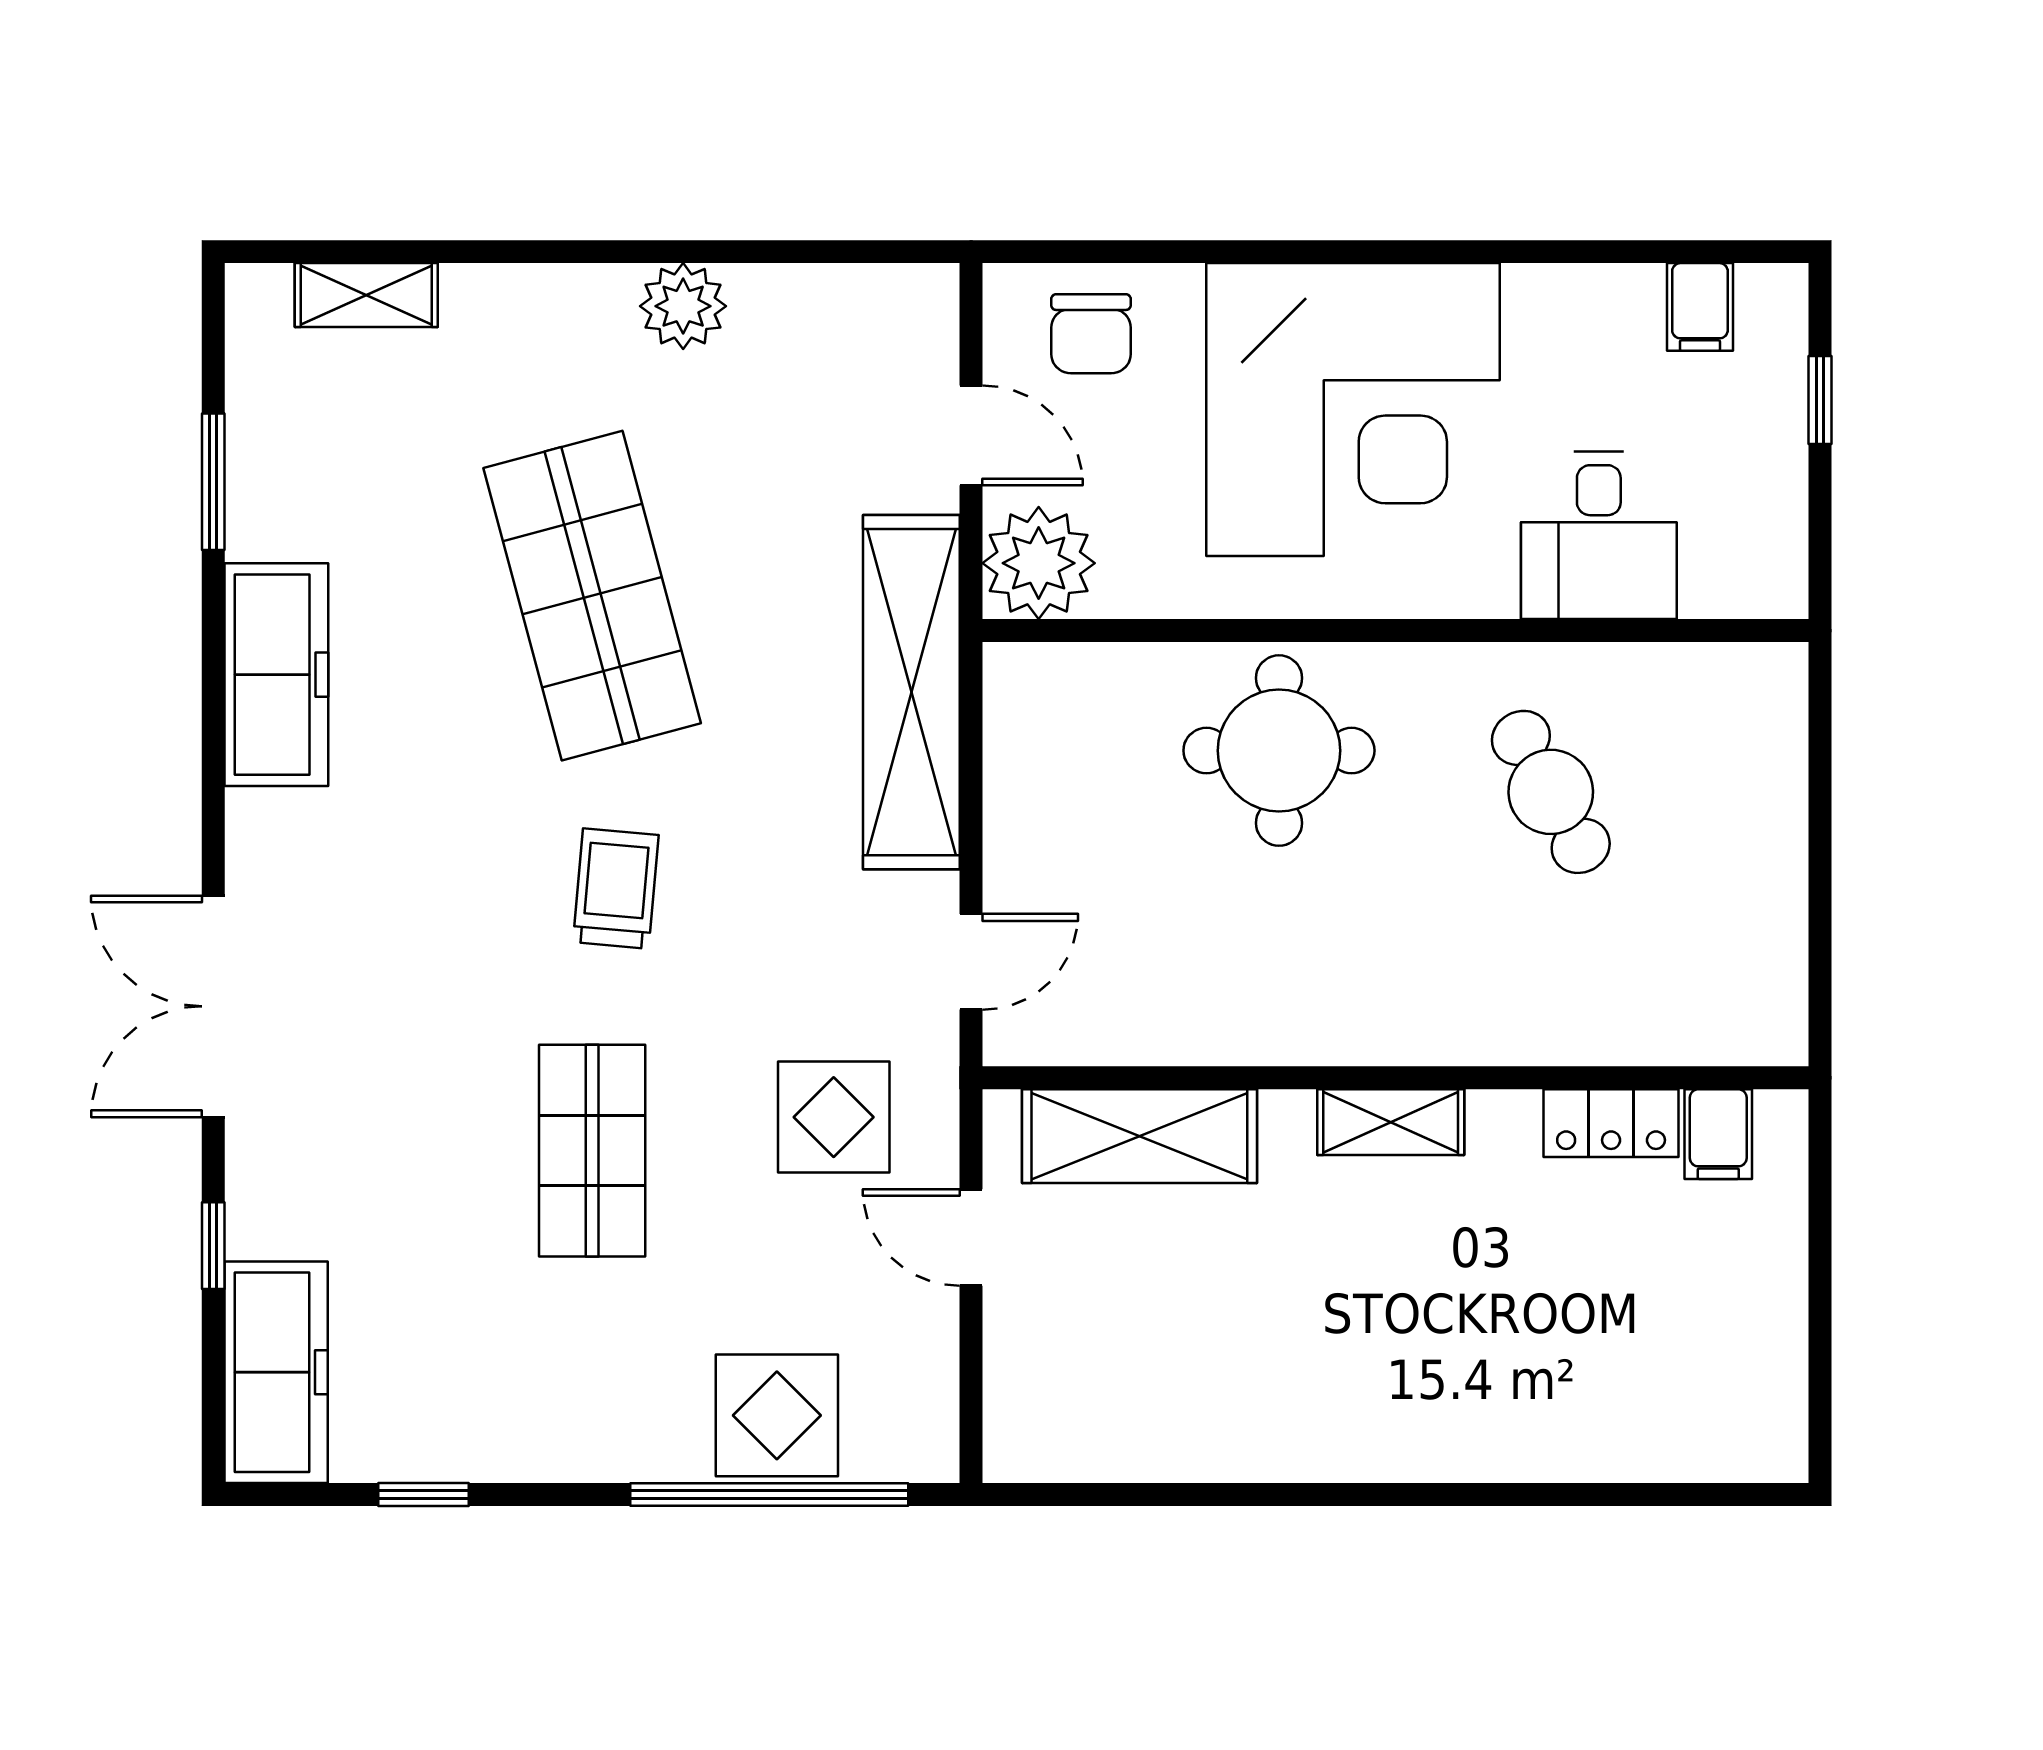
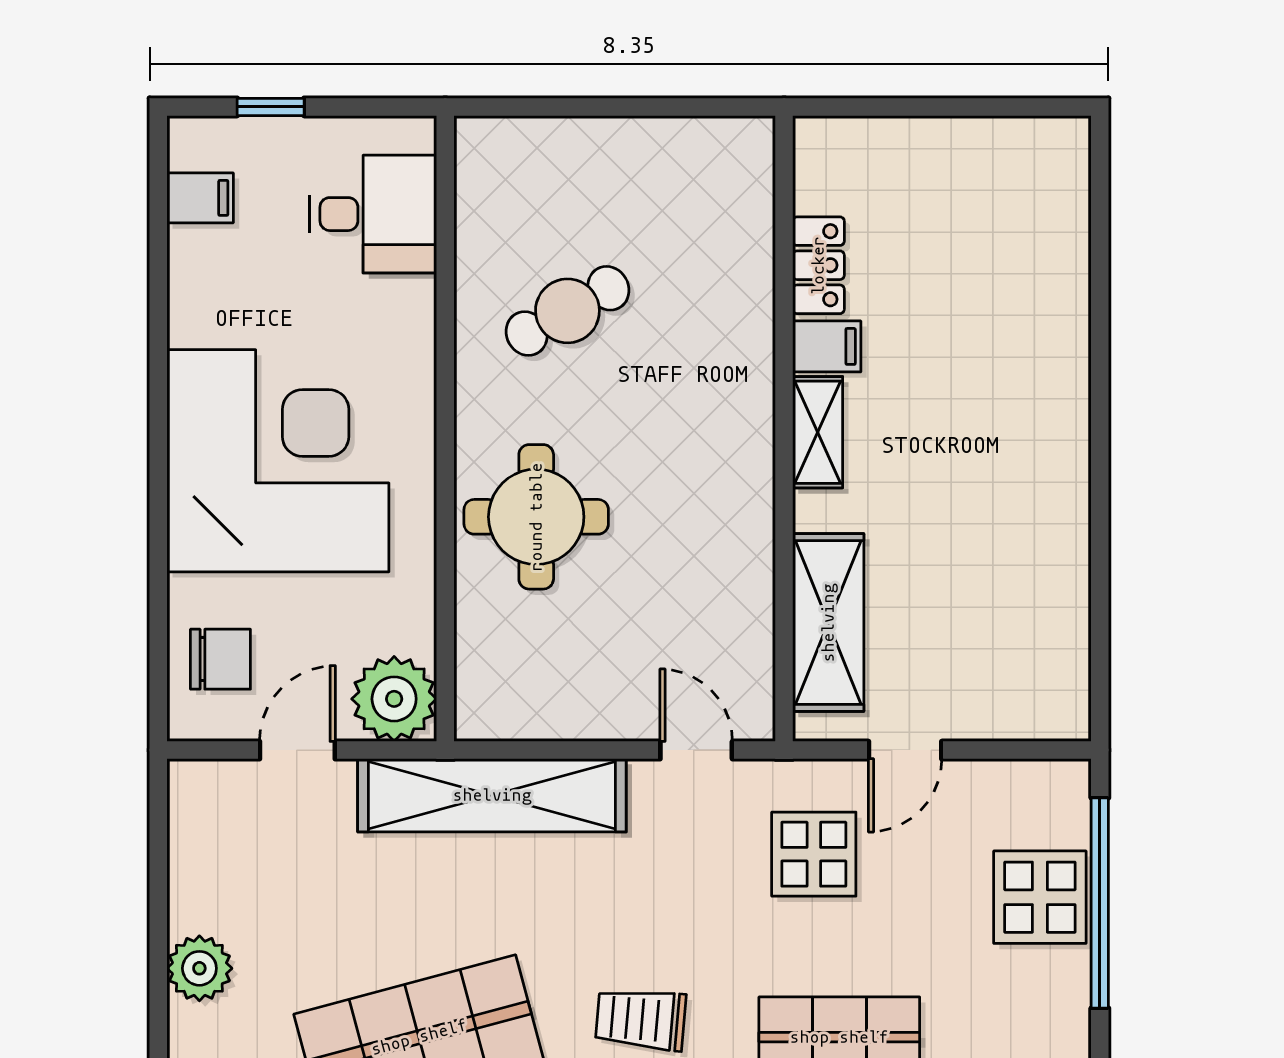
desk: (1599, 535) -> (373, 214), moved
filing cabinet: (1718, 1134) -> (827, 346), moved

